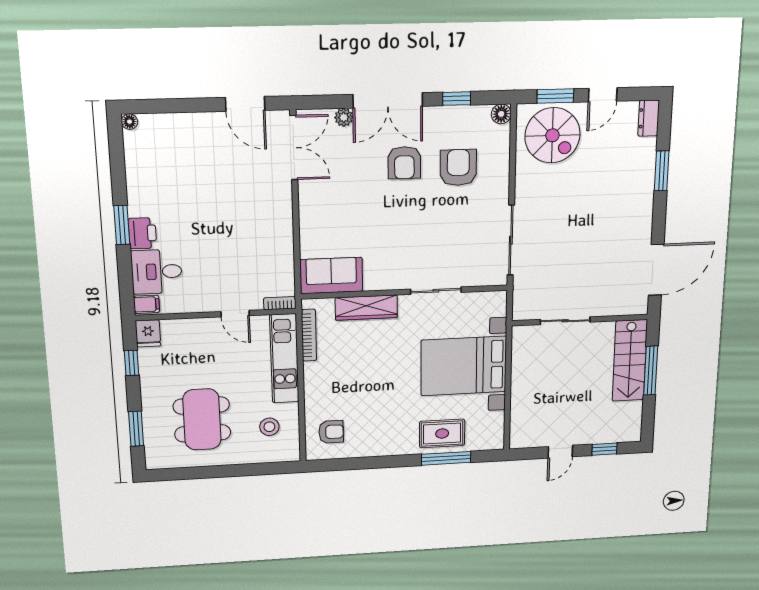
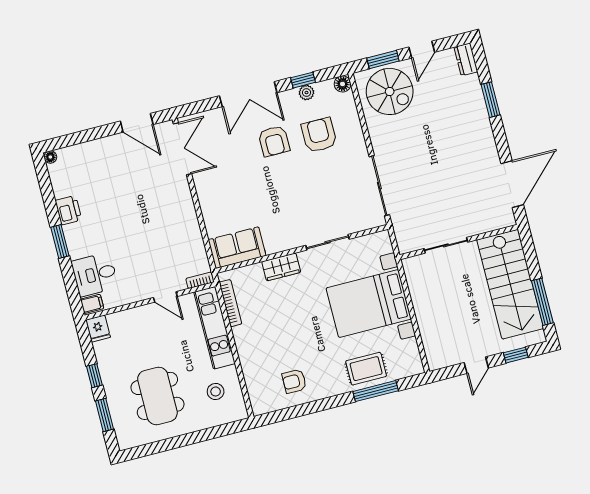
plant: (344, 117) -> (306, 93), moved
printer: (142, 233) -> (69, 210), moved
wardrobe: (366, 308) -> (281, 267), width x0.67
stairs: (630, 361) -> (510, 284), width x1.36, depth x1.51
window: (132, 363) -> (94, 376), moved
window: (651, 371) -> (542, 302), moved
armchair: (331, 432) -> (294, 381), moved, turned 180

